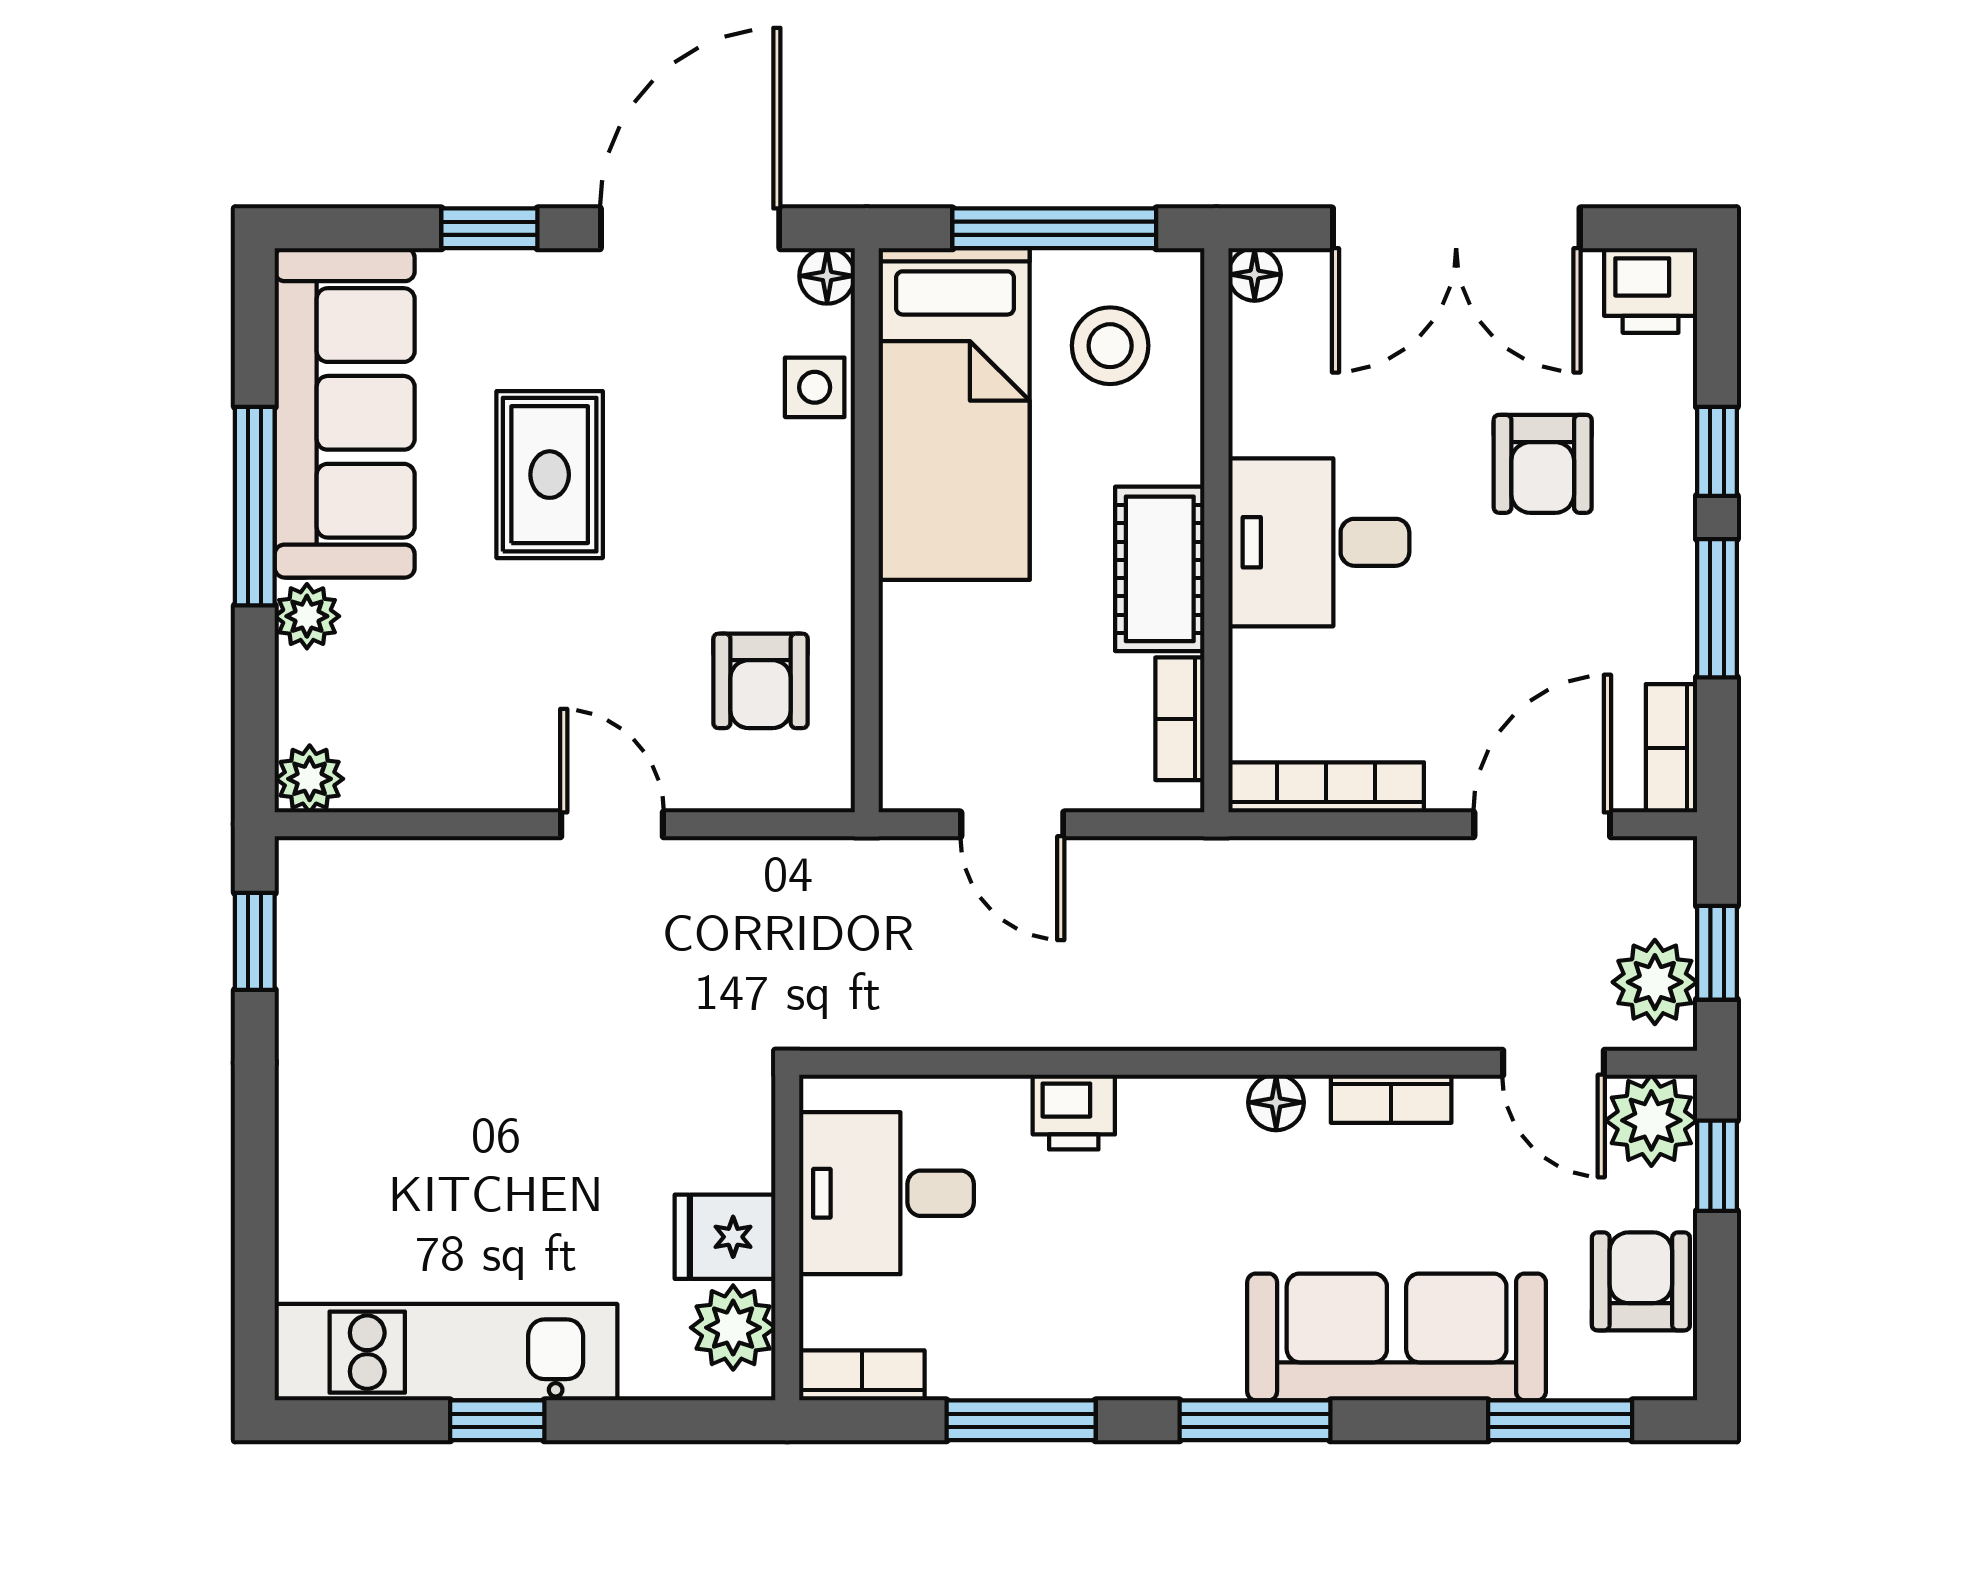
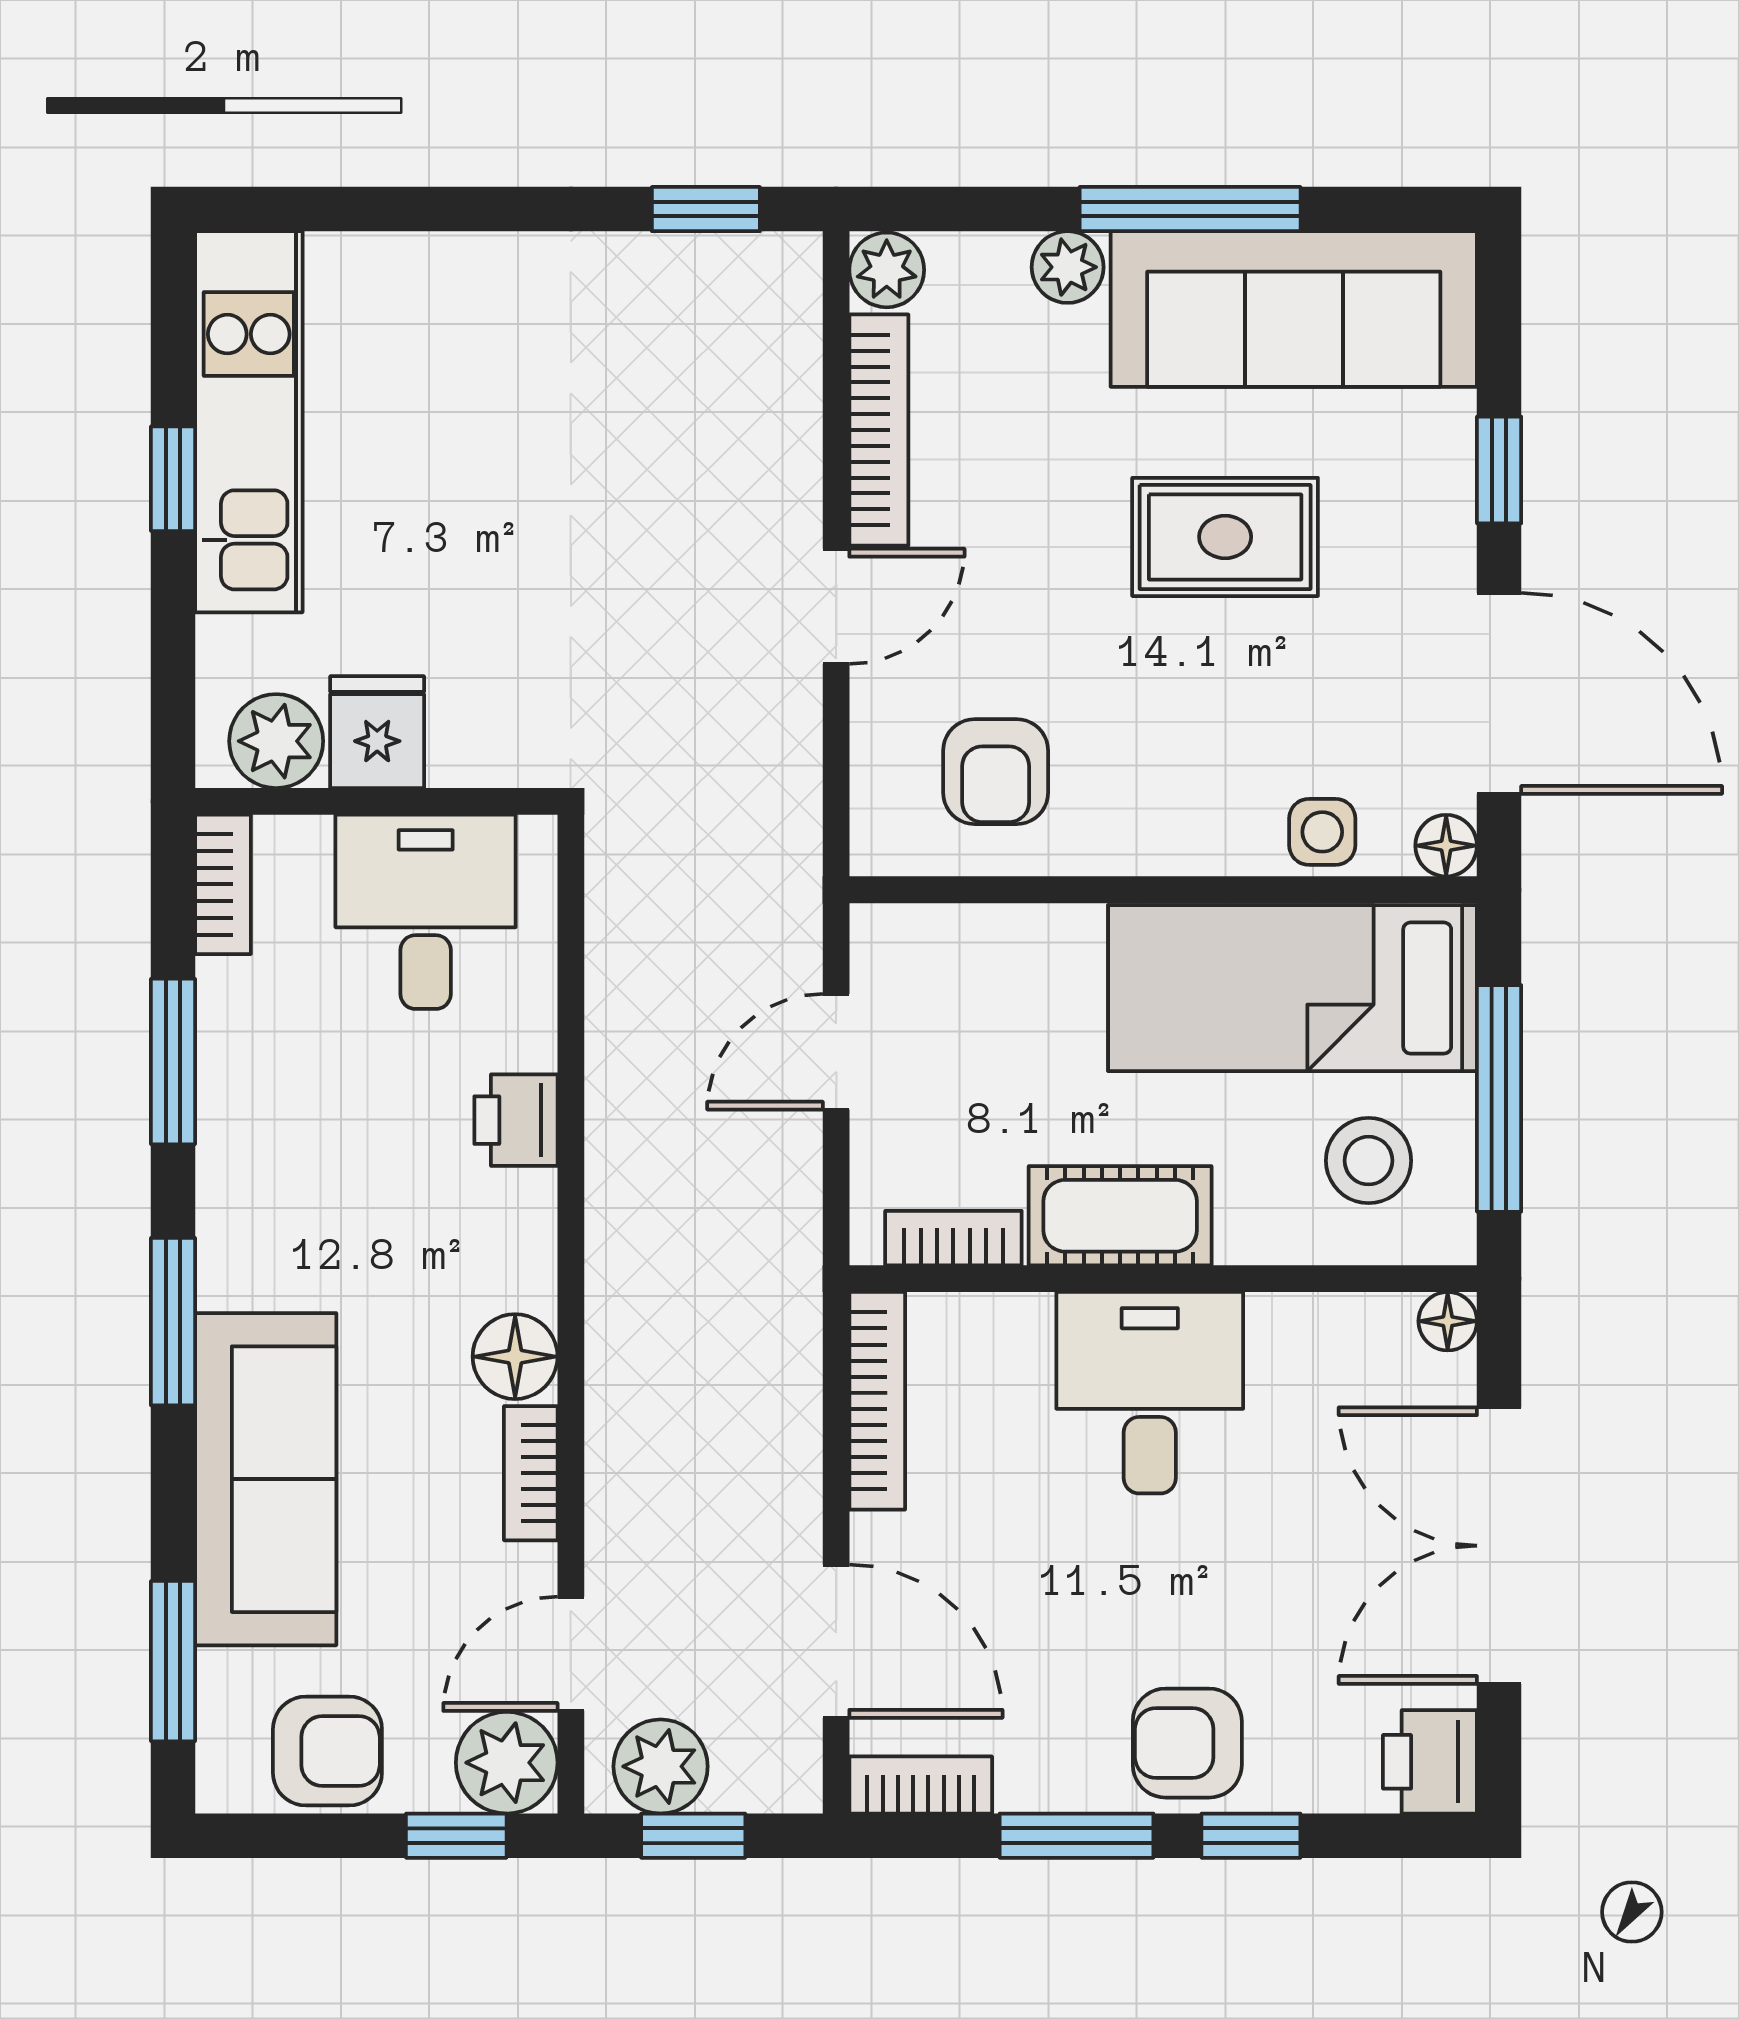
armchair: (1543, 464) -> (1187, 1743), moved
armchair: (761, 681) -> (996, 772), turned -90
bookcase: (453, 786) -> (879, 430), added
floor lamp: (1276, 1102) -> (515, 1357), width x1.37, depth x1.37

